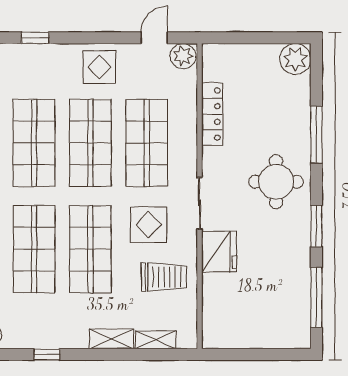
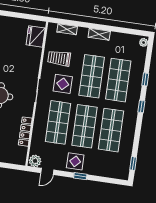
window: (35, 38) -> (80, 176), moved
fridge: (219, 252) -> (36, 36), moved
shelving: (111, 339) -> (99, 34), moved
window: (47, 354) -> (119, 30), removed

